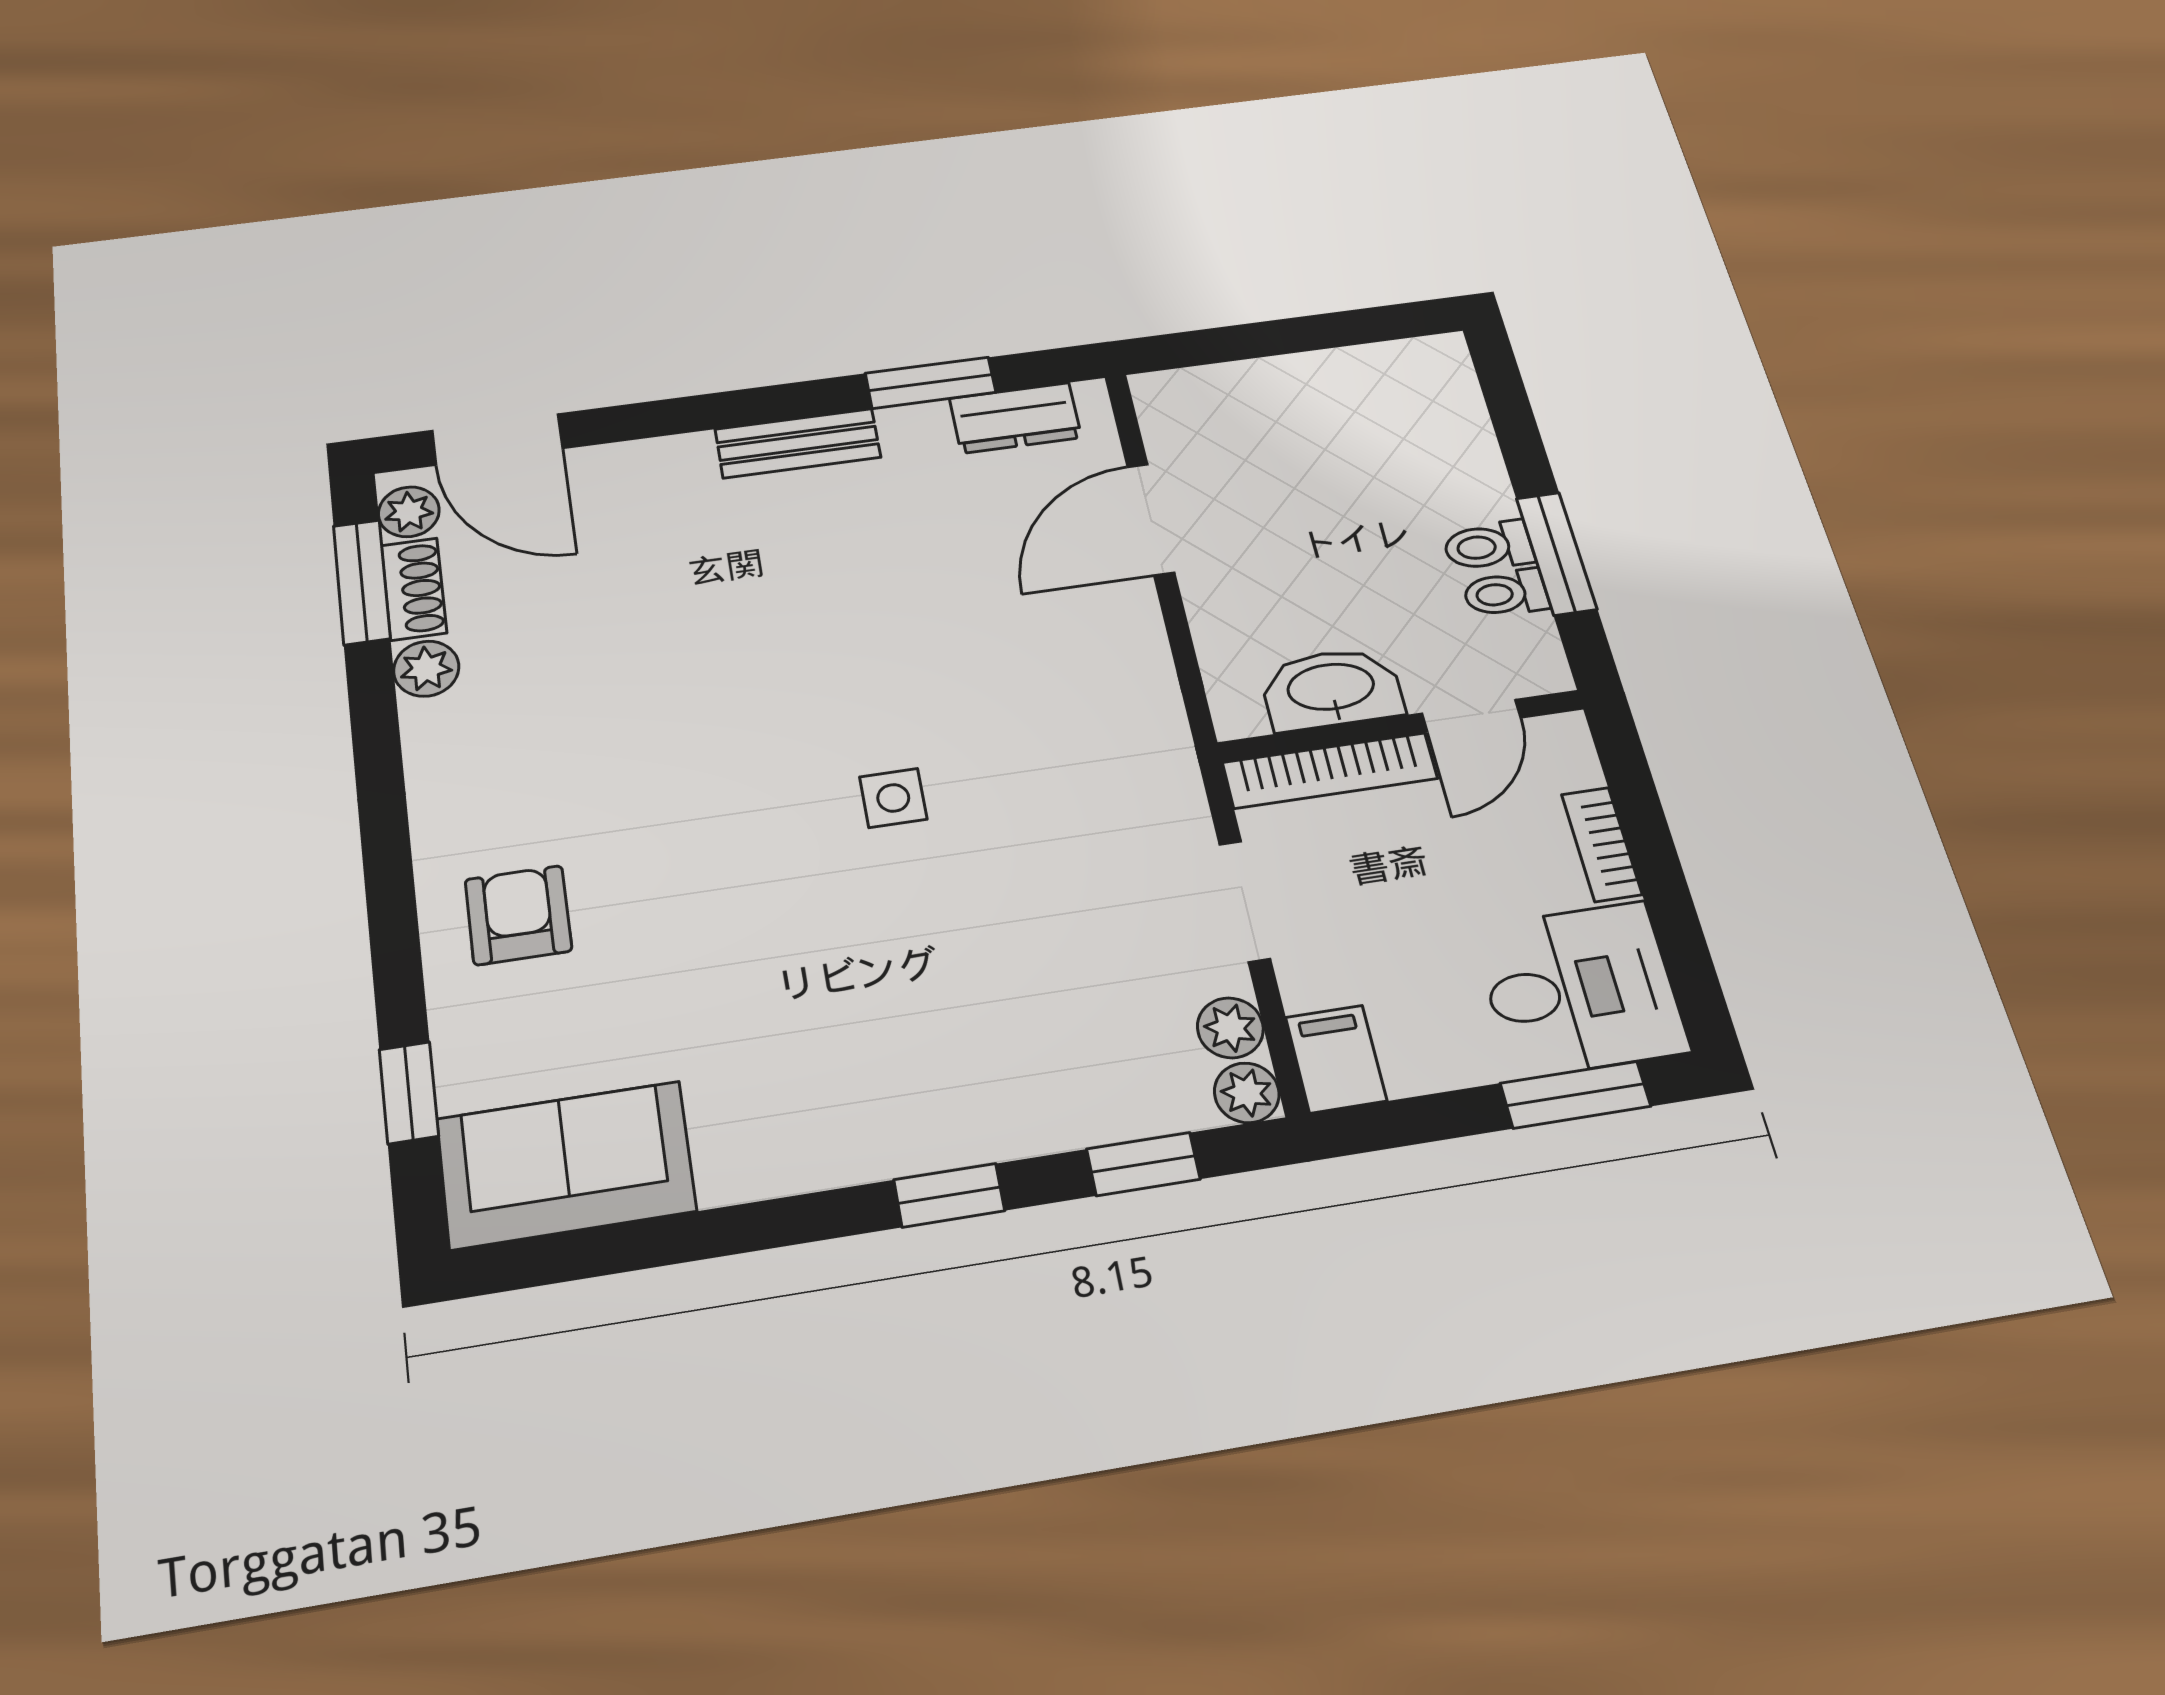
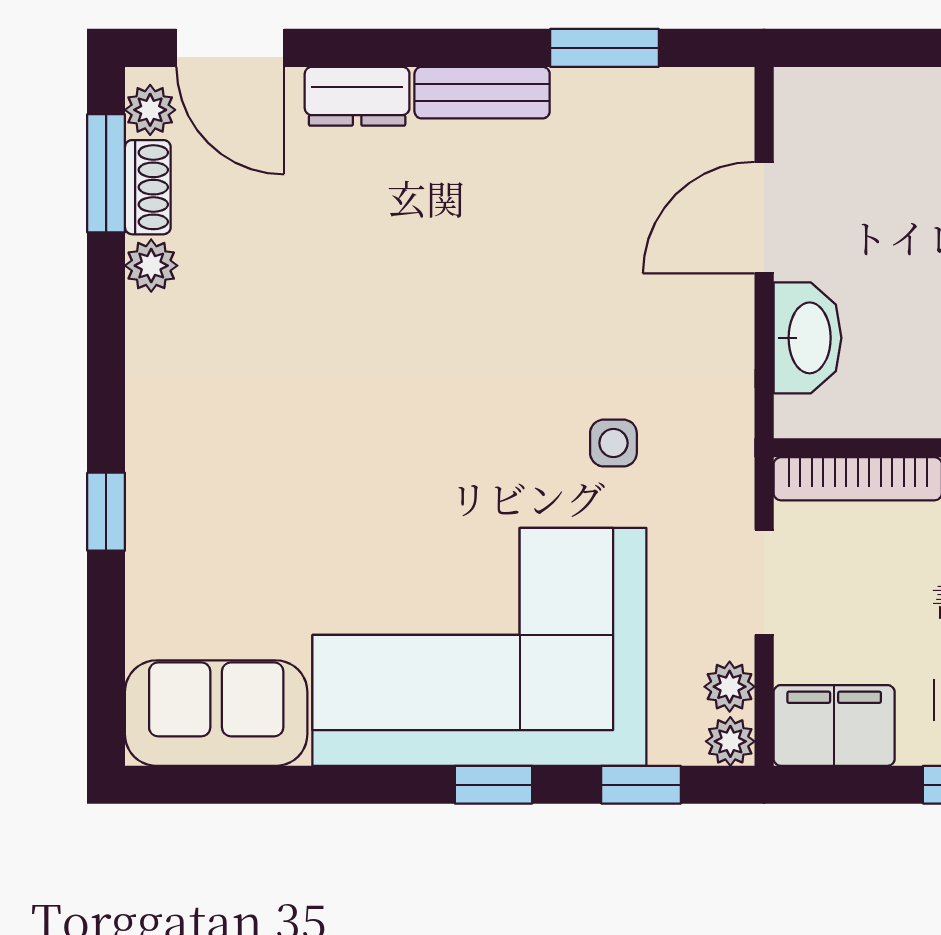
dresser: (1015, 418) -> (357, 96), moved
washbasin: (1331, 689) -> (808, 338), moved, turned 90
side table: (893, 798) -> (613, 443), moved
armchair: (518, 915) -> (202, 501), removed
corner sofa: (900, 1031) -> (479, 647), added
filing cabinet: (1336, 1059) -> (834, 725), width x2.00
window: (409, 1093) -> (106, 512), moved

